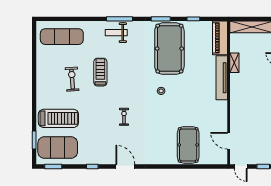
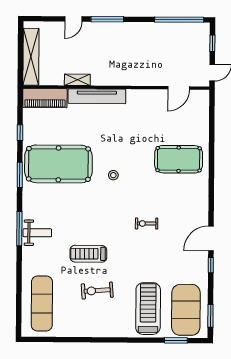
weight bench: (116, 33) -> (37, 233), turned -90
pool table: (188, 145) -> (179, 159), moved
door: (125, 166) -> (211, 238), moved

